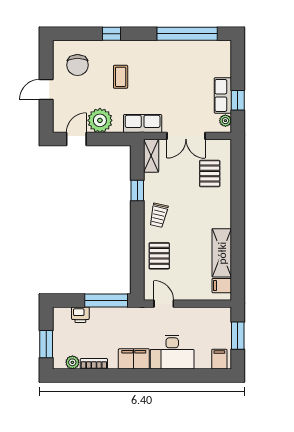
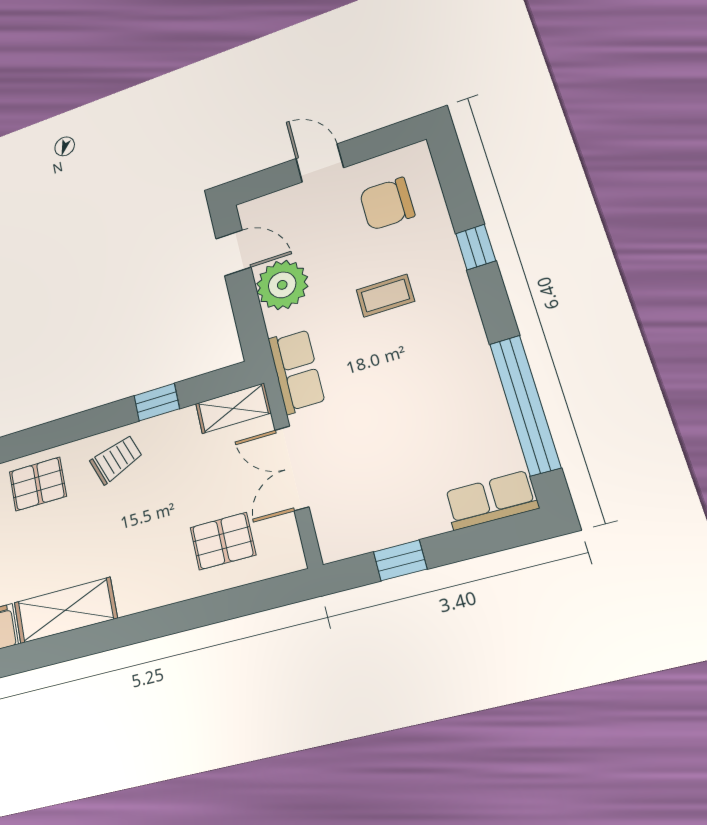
row of seats: (223, 95) -> (491, 500), moved
plant: (225, 121) -> (346, 544), removed
trolley: (159, 215) -> (116, 459), turned 147

